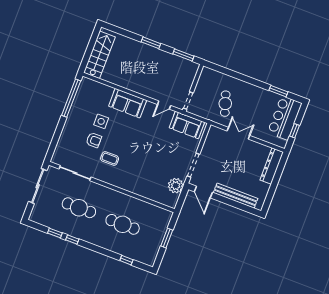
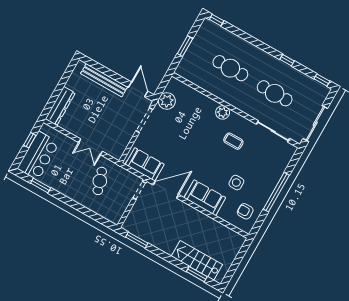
window: (151, 43) -> (197, 274), moved
stairs: (99, 55) -> (197, 260), moved, turned 90
window: (71, 98) -> (276, 192), moved
door: (164, 105) -> (166, 190), width x1.87
armchair: (94, 140) -> (245, 211), moved
plant: (123, 183) -> (223, 112), added
window: (55, 233) -> (322, 80), moved
window: (126, 260) -> (217, 20), moved

